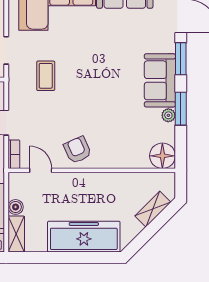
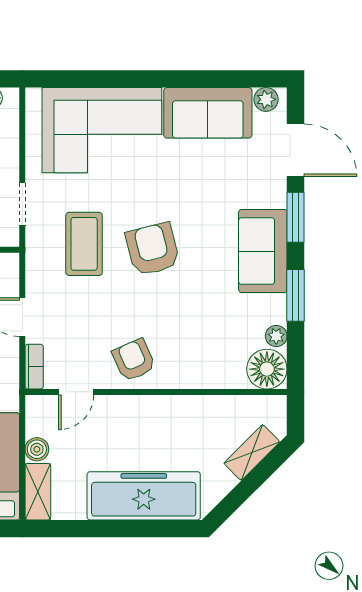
coffee table: (46, 76) -> (84, 244), width x1.36, depth x1.30
armchair: (89, 79) -> (153, 249), added
plant: (168, 115) -> (276, 336), moved
door: (41, 170) -> (76, 392), swing flipped

